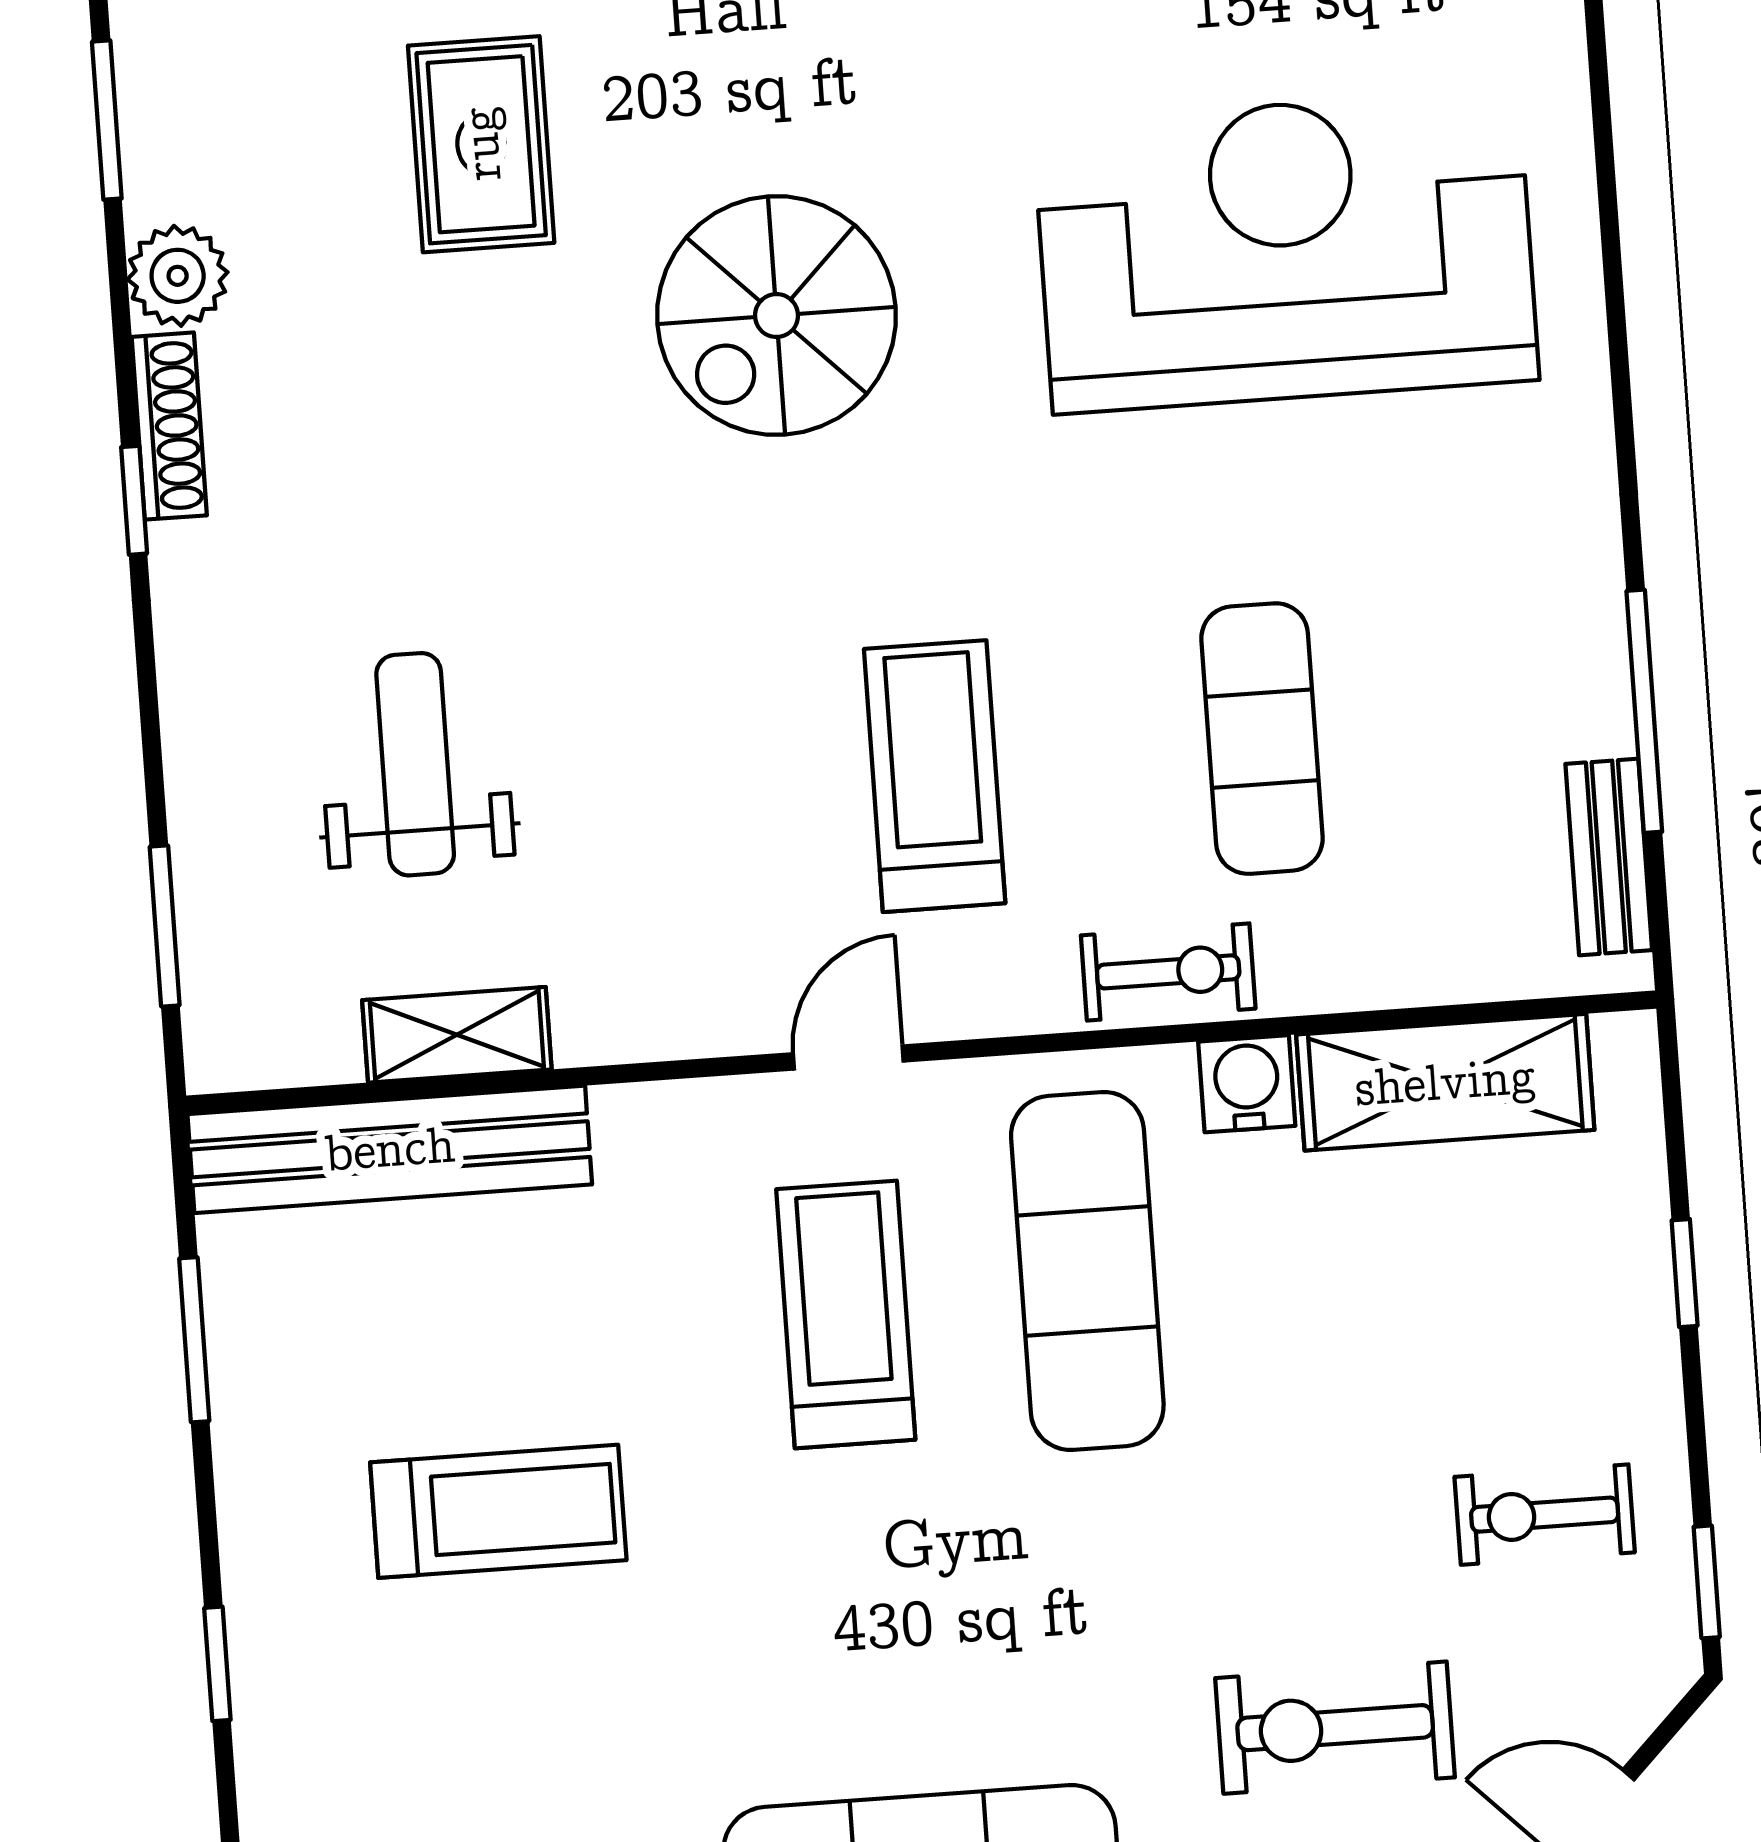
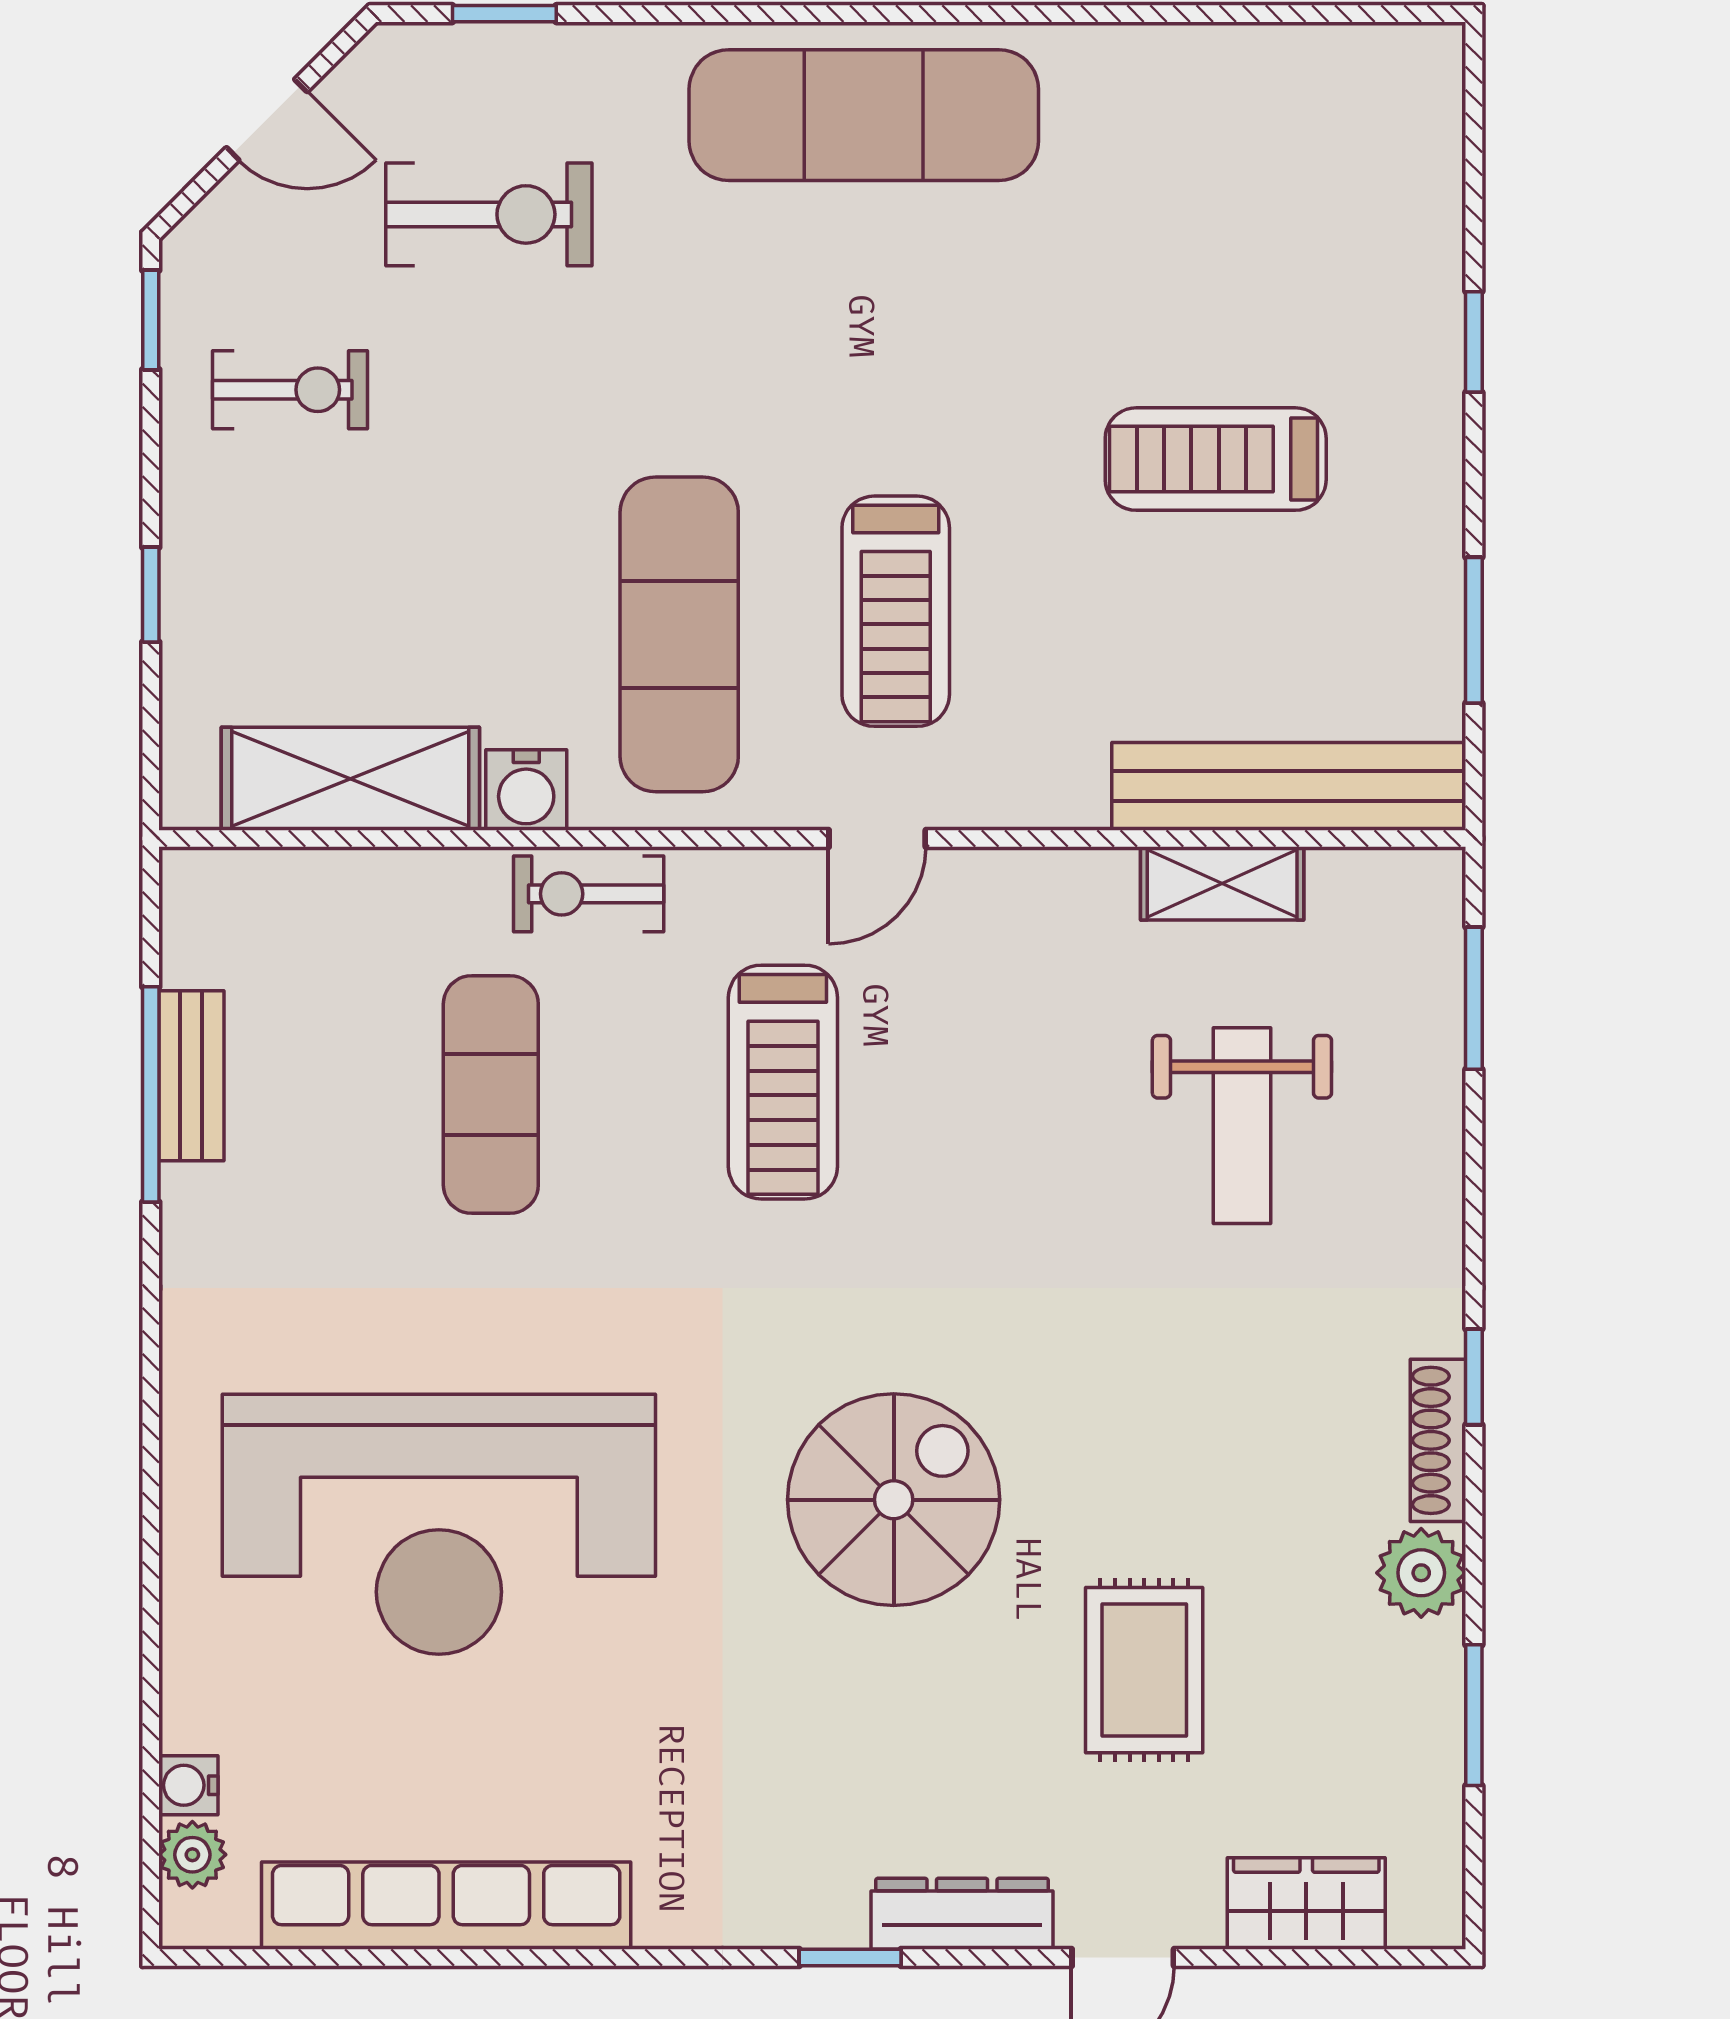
bench: (1609, 857) -> (191, 1076), moved

